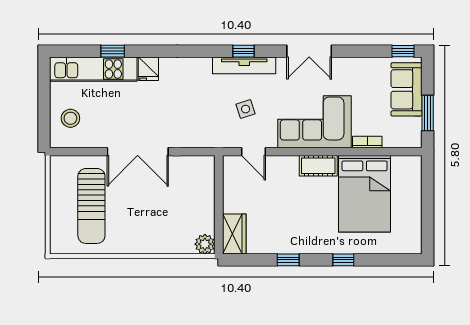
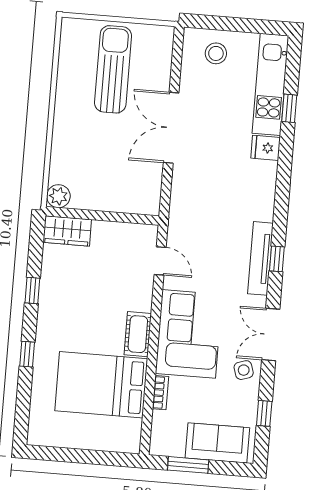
window: (403, 51) -> (264, 413), moved
side table: (246, 109) -> (244, 370), moved
door: (253, 152) -> (160, 261), swing flipped
sun lounger: (91, 206) -> (113, 69), turned 90

